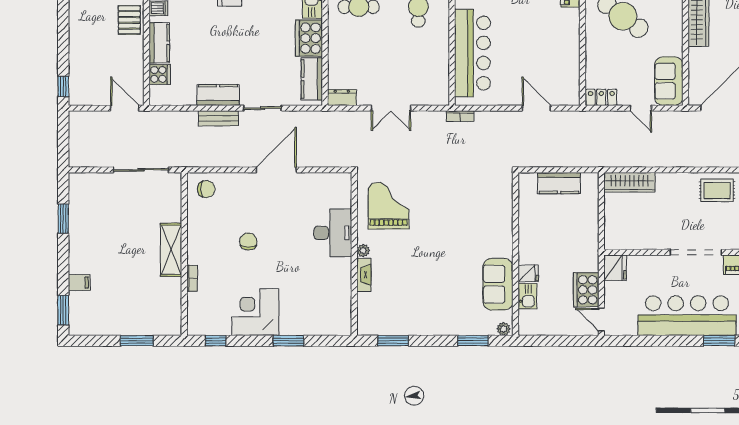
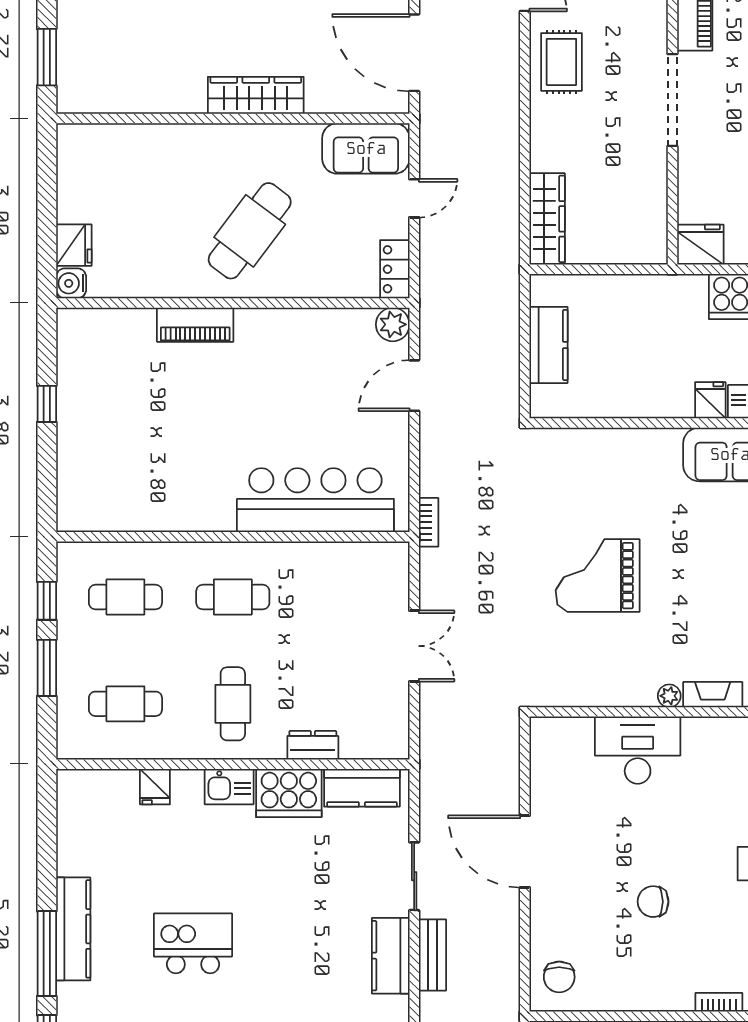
plant: (571, 96) -> (393, 324), added
dresser: (342, 98) -> (313, 745), moved, turned 90
chair: (206, 189) -> (559, 977), turned 180
grand piano: (389, 206) -> (598, 576), moved

